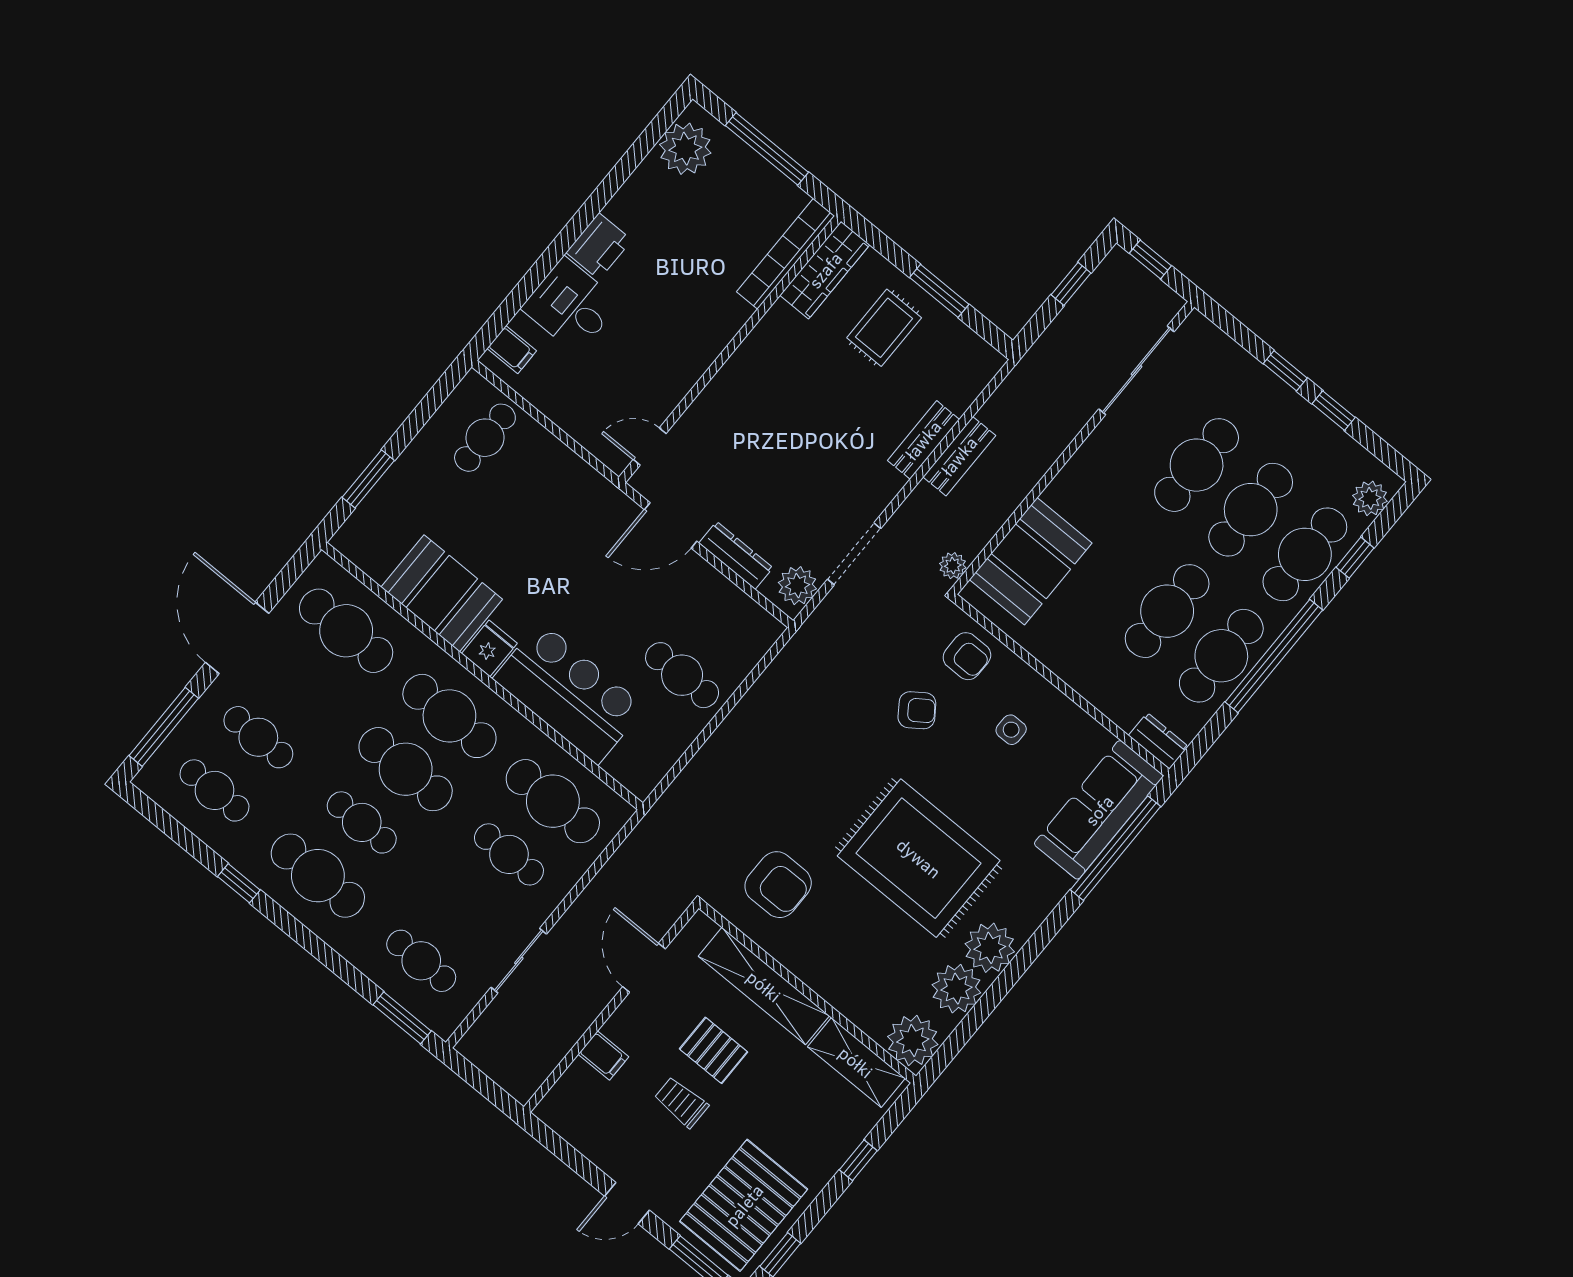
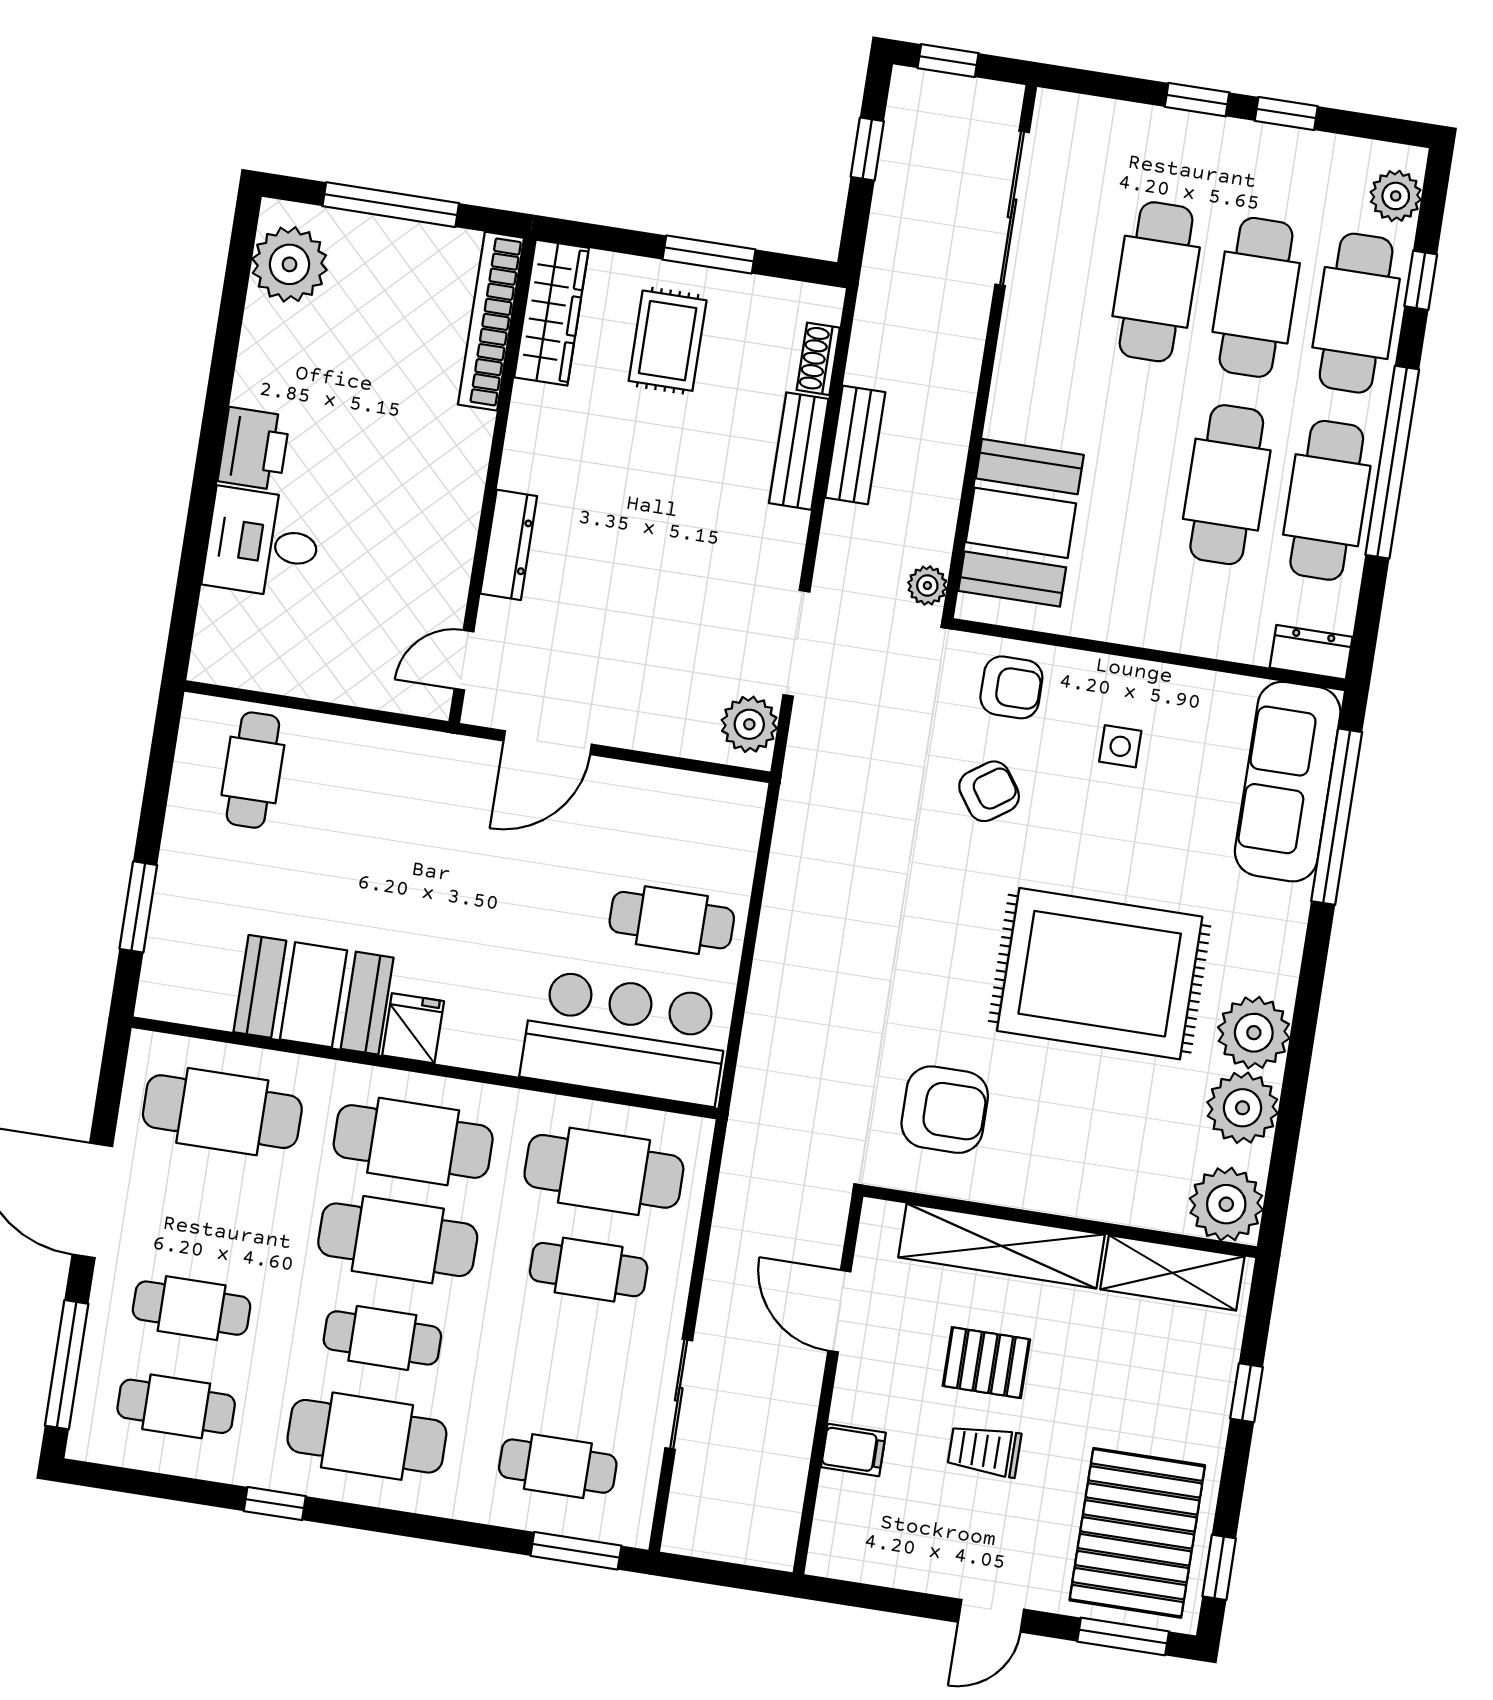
filing cabinet: (512, 350) -> (221, 641), removed
shoe rack: (968, 392) -> (818, 359), added
dresser: (736, 555) -> (509, 545), moved, turned 90
bar counter: (569, 693) -> (625, 1038), moved

